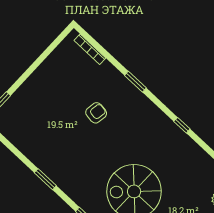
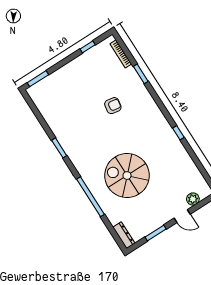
window: (48, 51) -> (88, 47), added
window: (135, 82) -> (141, 74), moved

